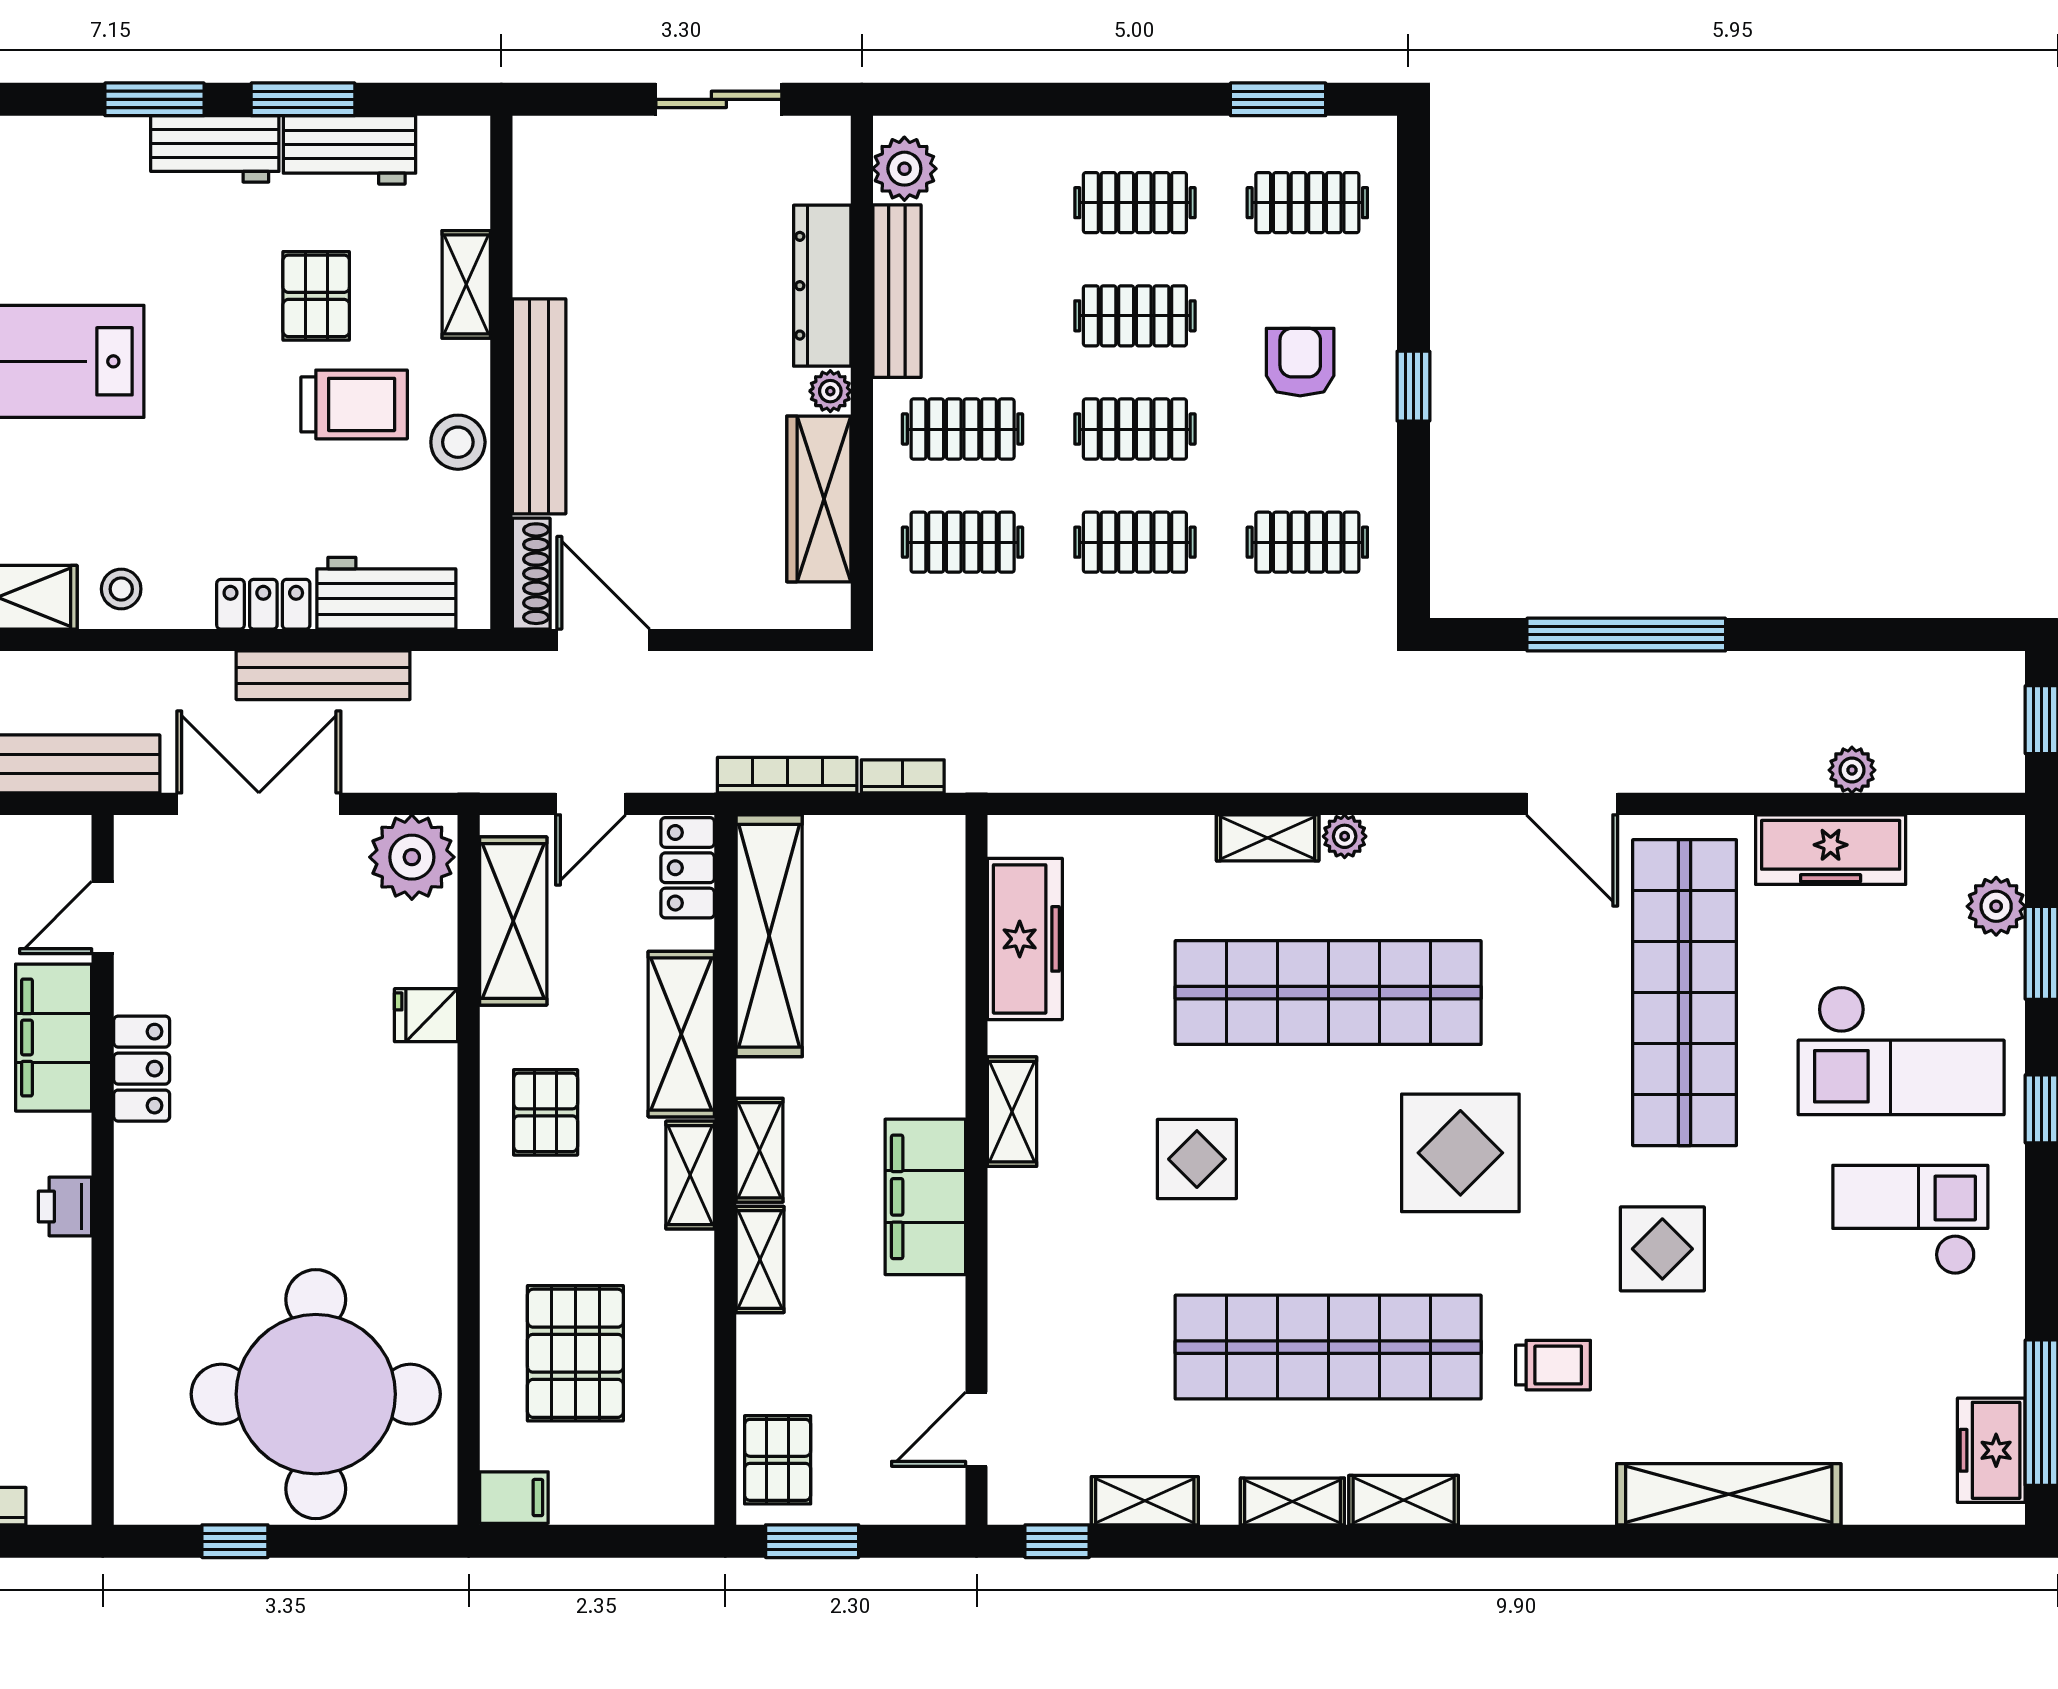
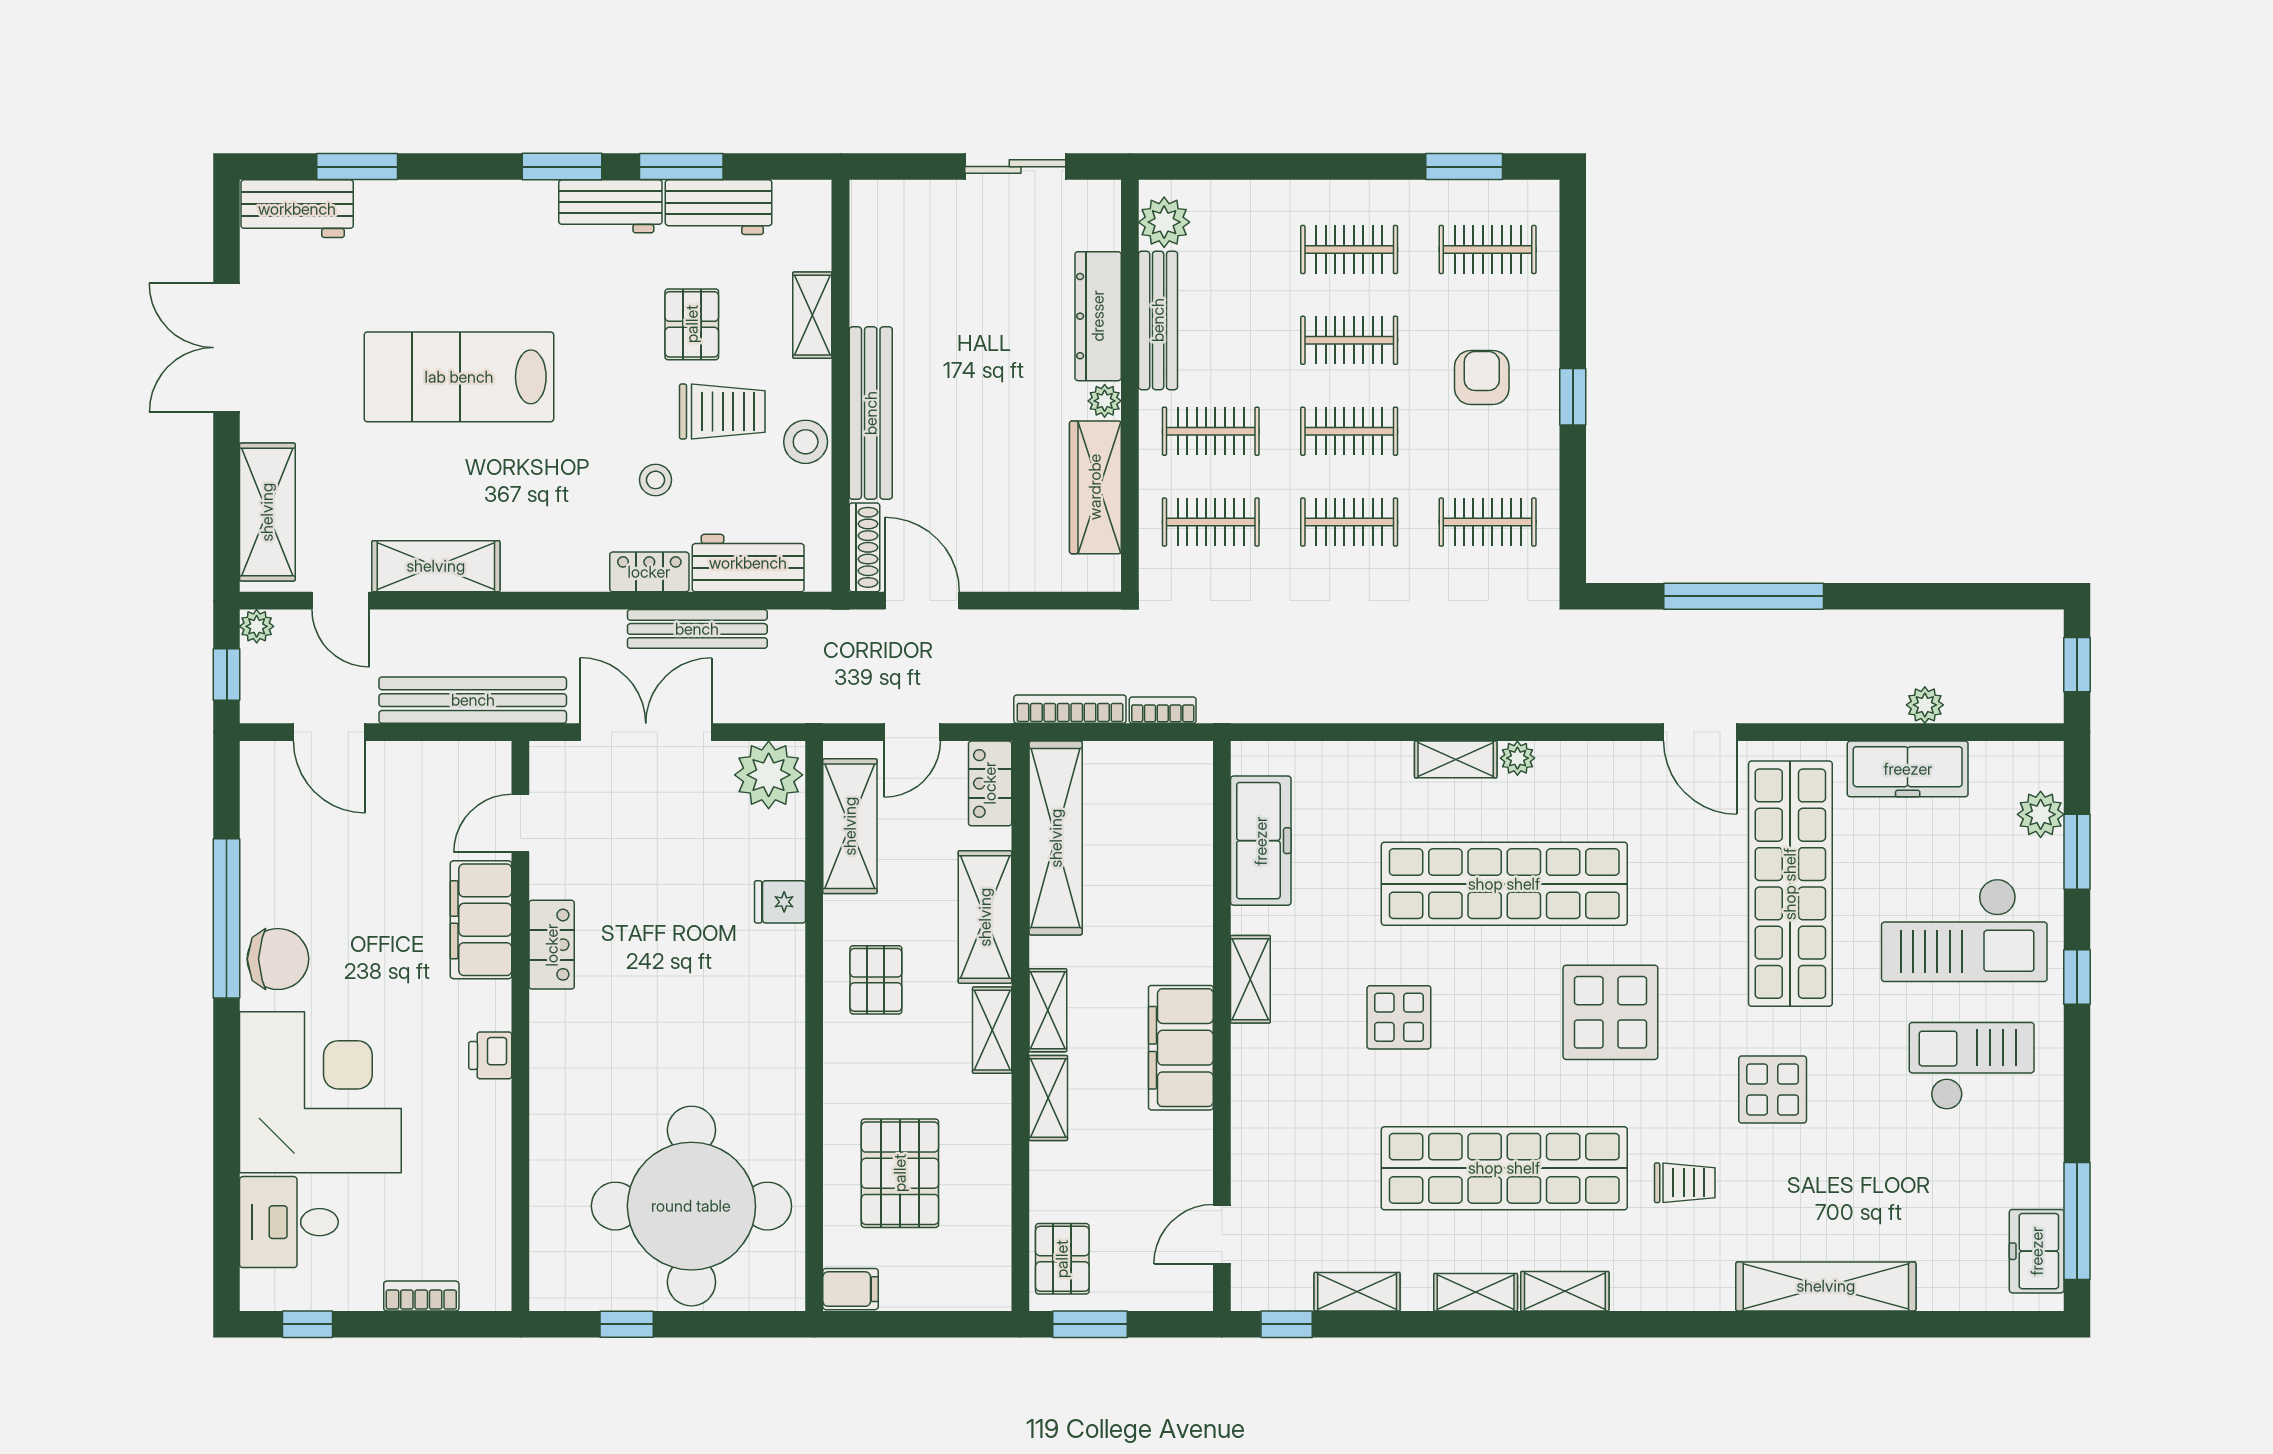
stool: (121, 589) -> (656, 480), moved

